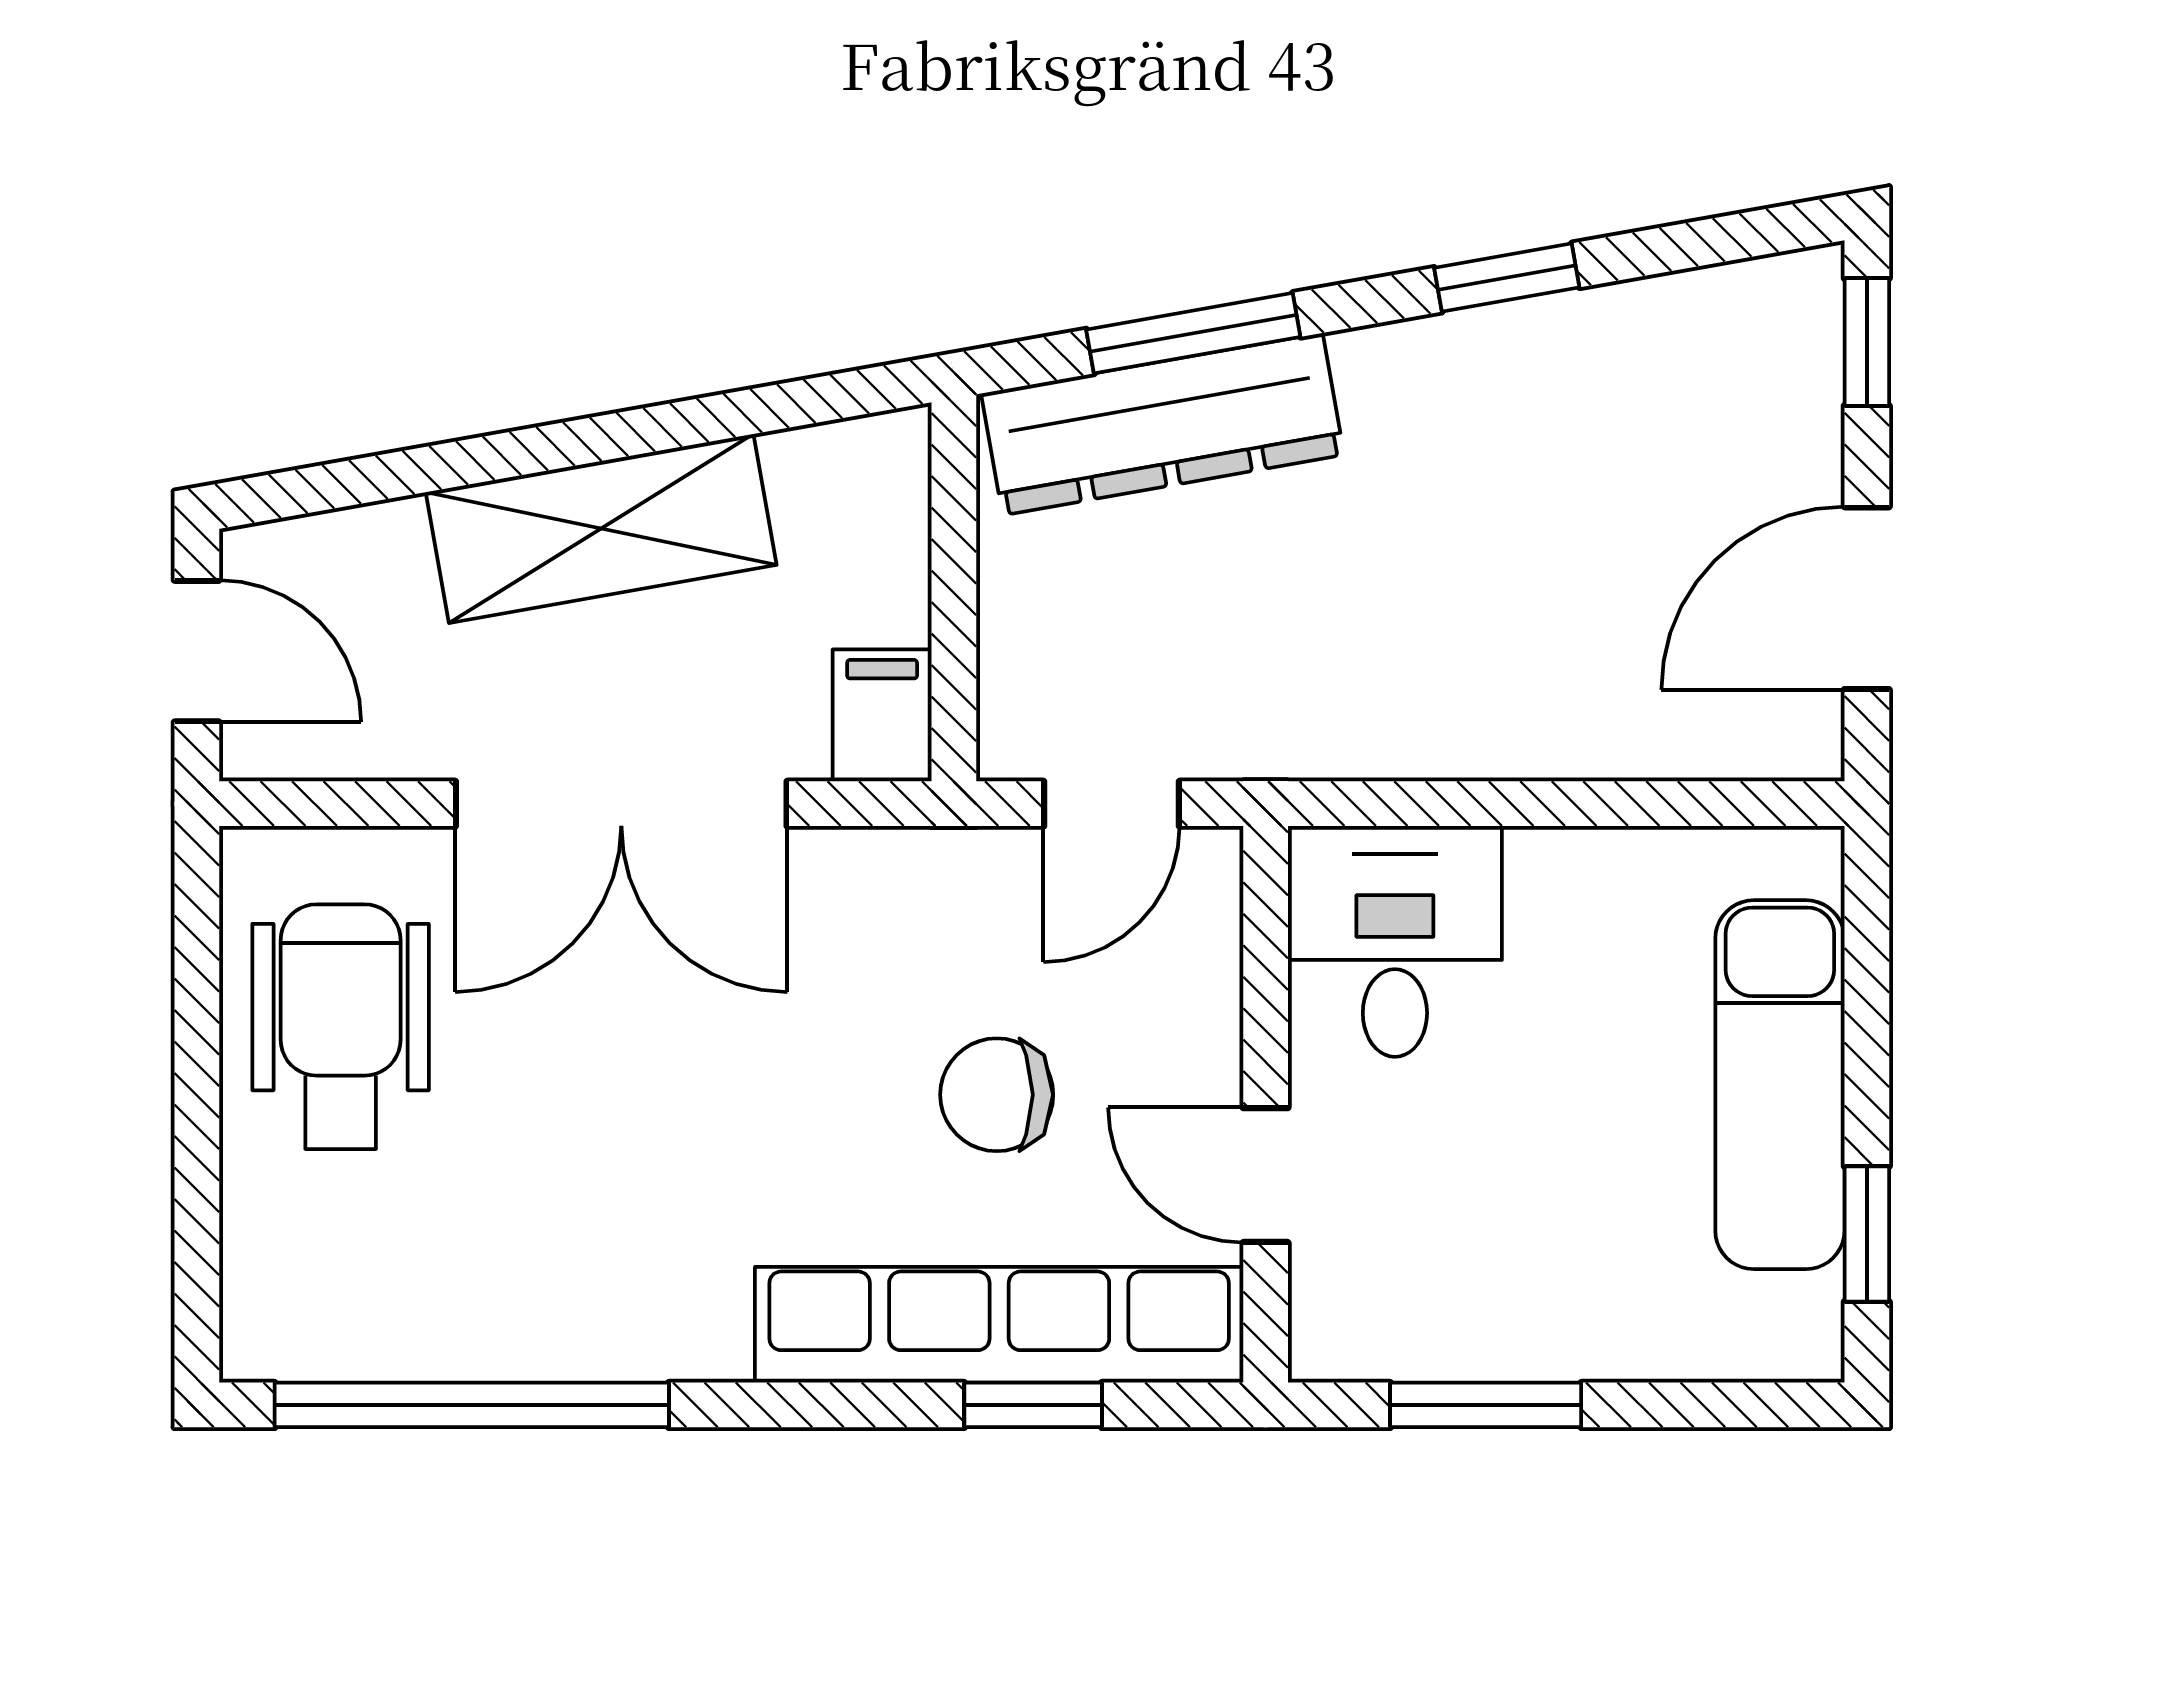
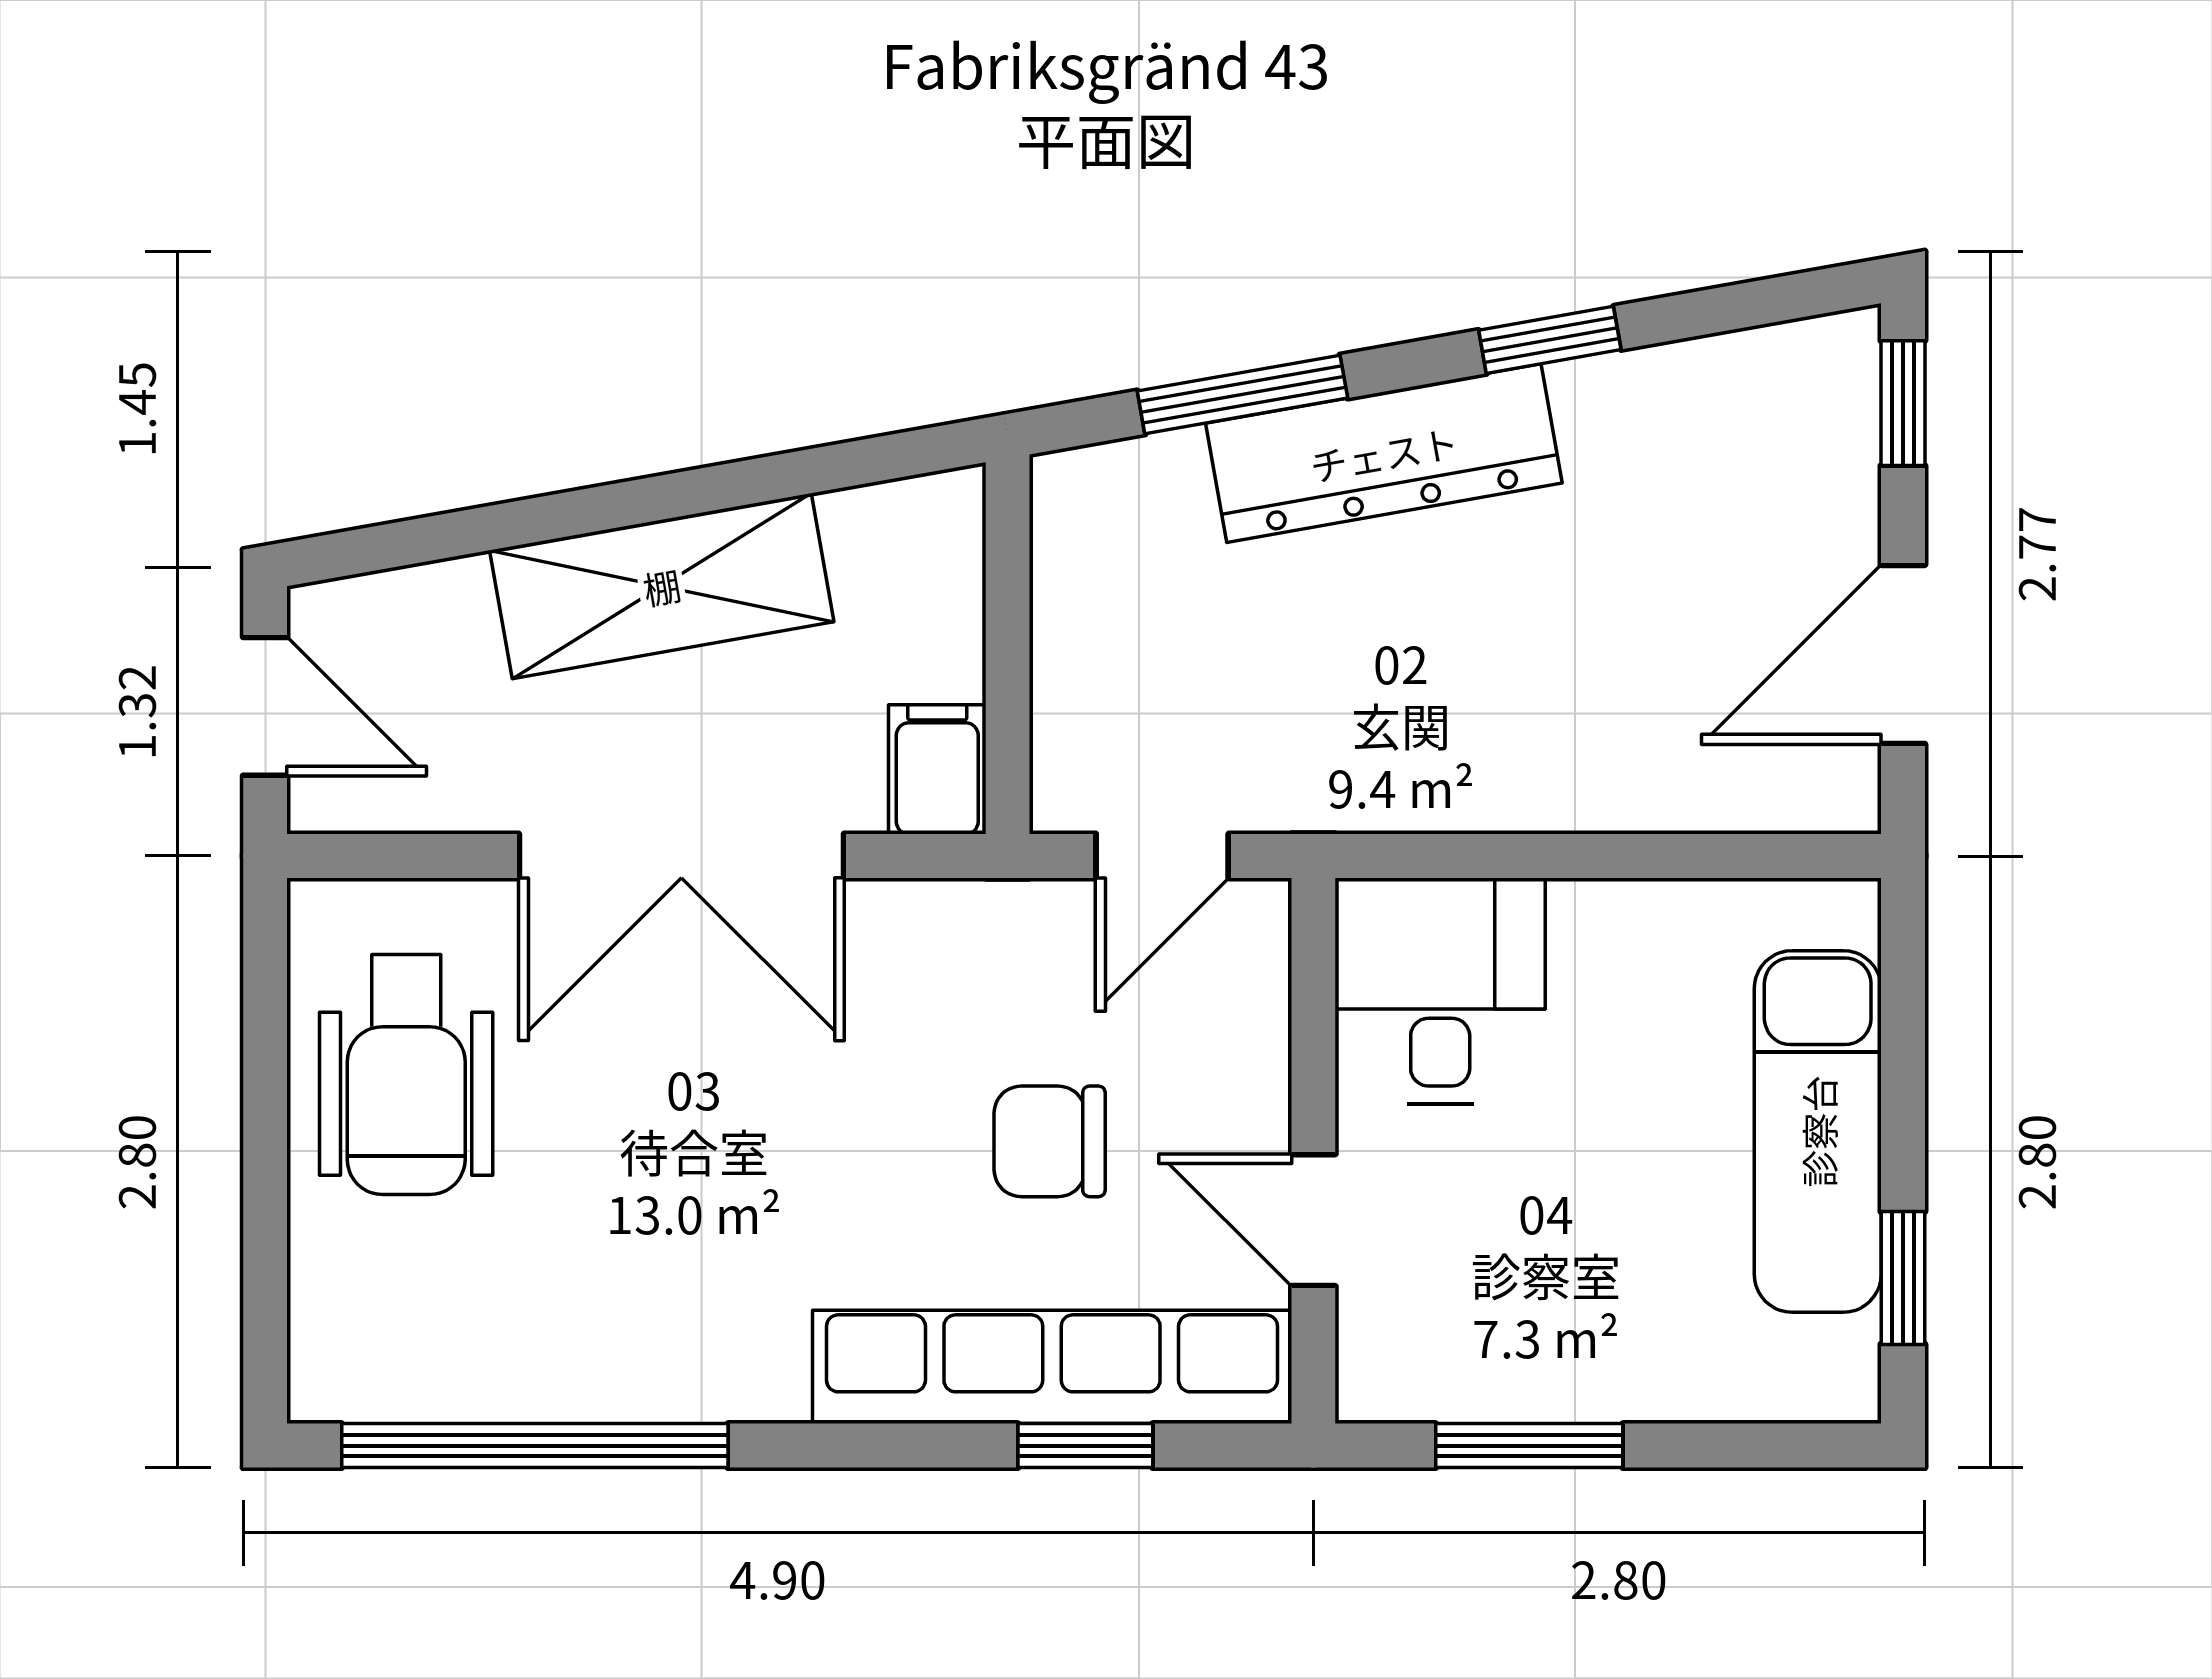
dresser: (1163, 424) -> (1384, 453), moved
wheelchair: (341, 1027) -> (406, 1075), turned 180

